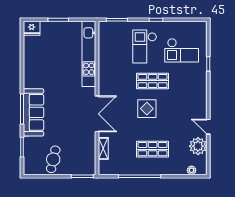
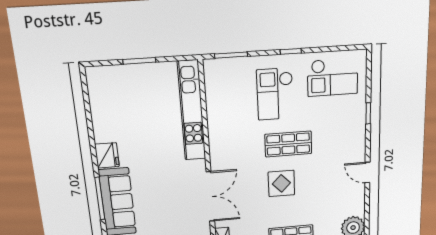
fridge: (32, 28) -> (107, 155), moved, turned -90
checkout: (182, 50) -> (333, 77), moved
door: (208, 127) -> (367, 172), moved

